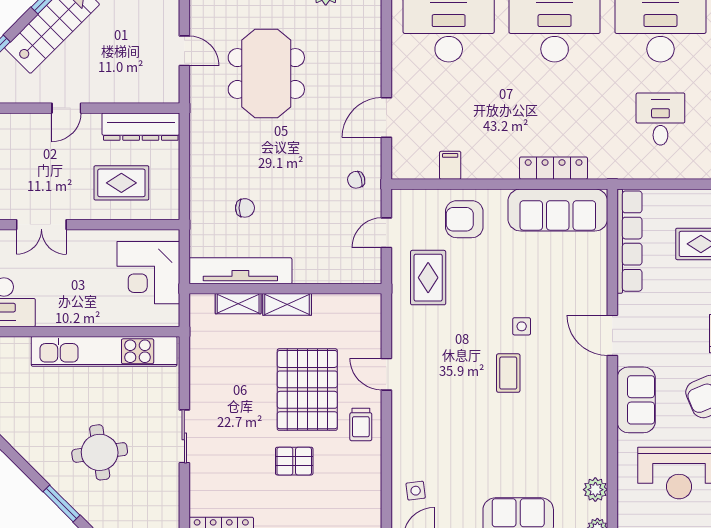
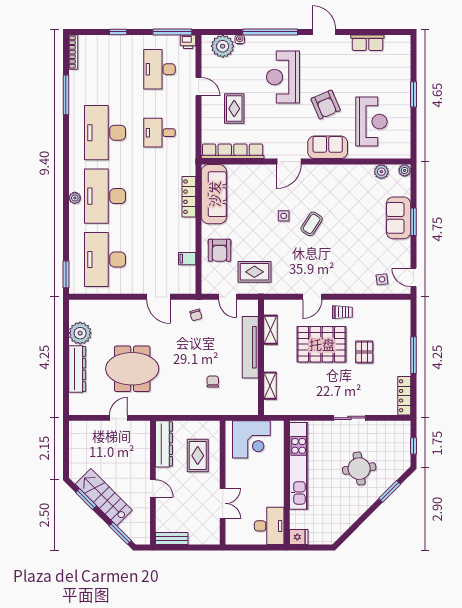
tv unit: (240, 271) -> (250, 347), moved
shelving: (287, 304) -> (270, 330), moved
coffee table: (508, 373) -> (312, 224), turned -57

